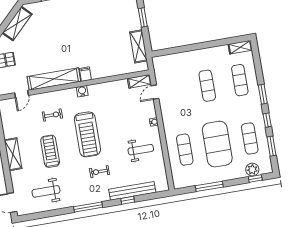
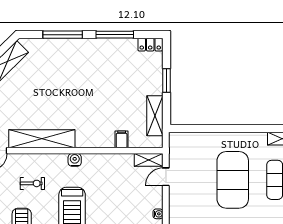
filing cabinet: (85, 74) -> (122, 139), moved
exercise mat: (207, 86) -> (233, 180), width x2.00, depth x1.45

